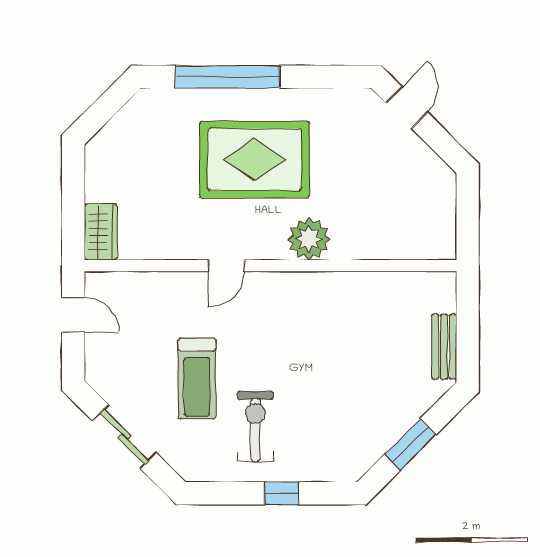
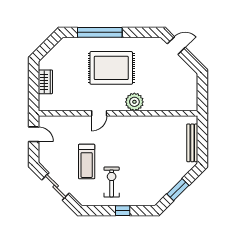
door: (407, 108) -> (176, 46), hinge flipped
wardrobe: (101, 232) -> (45, 82), moved
bench: (444, 347) -> (192, 143), width x1.36

